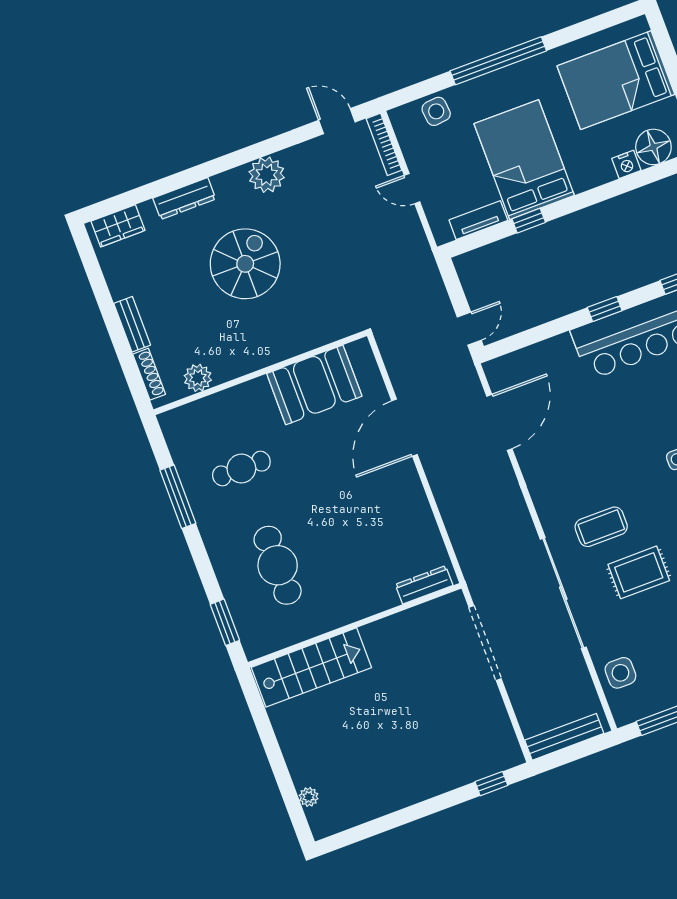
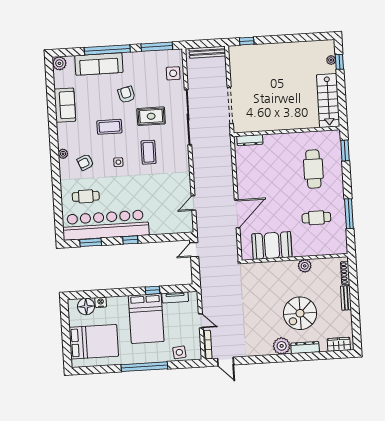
plant: (267, 175) -> (282, 346), moved
spiral stairs: (245, 264) -> (300, 313), moved
plant: (198, 378) -> (305, 266), moved
door: (499, 422) -> (193, 203), width x0.53
coffee table: (601, 527) -> (148, 152), moved, turned 90
stairs: (311, 667) -> (328, 101), moved, turned -90
window: (291, 798) -> (339, 62), added

